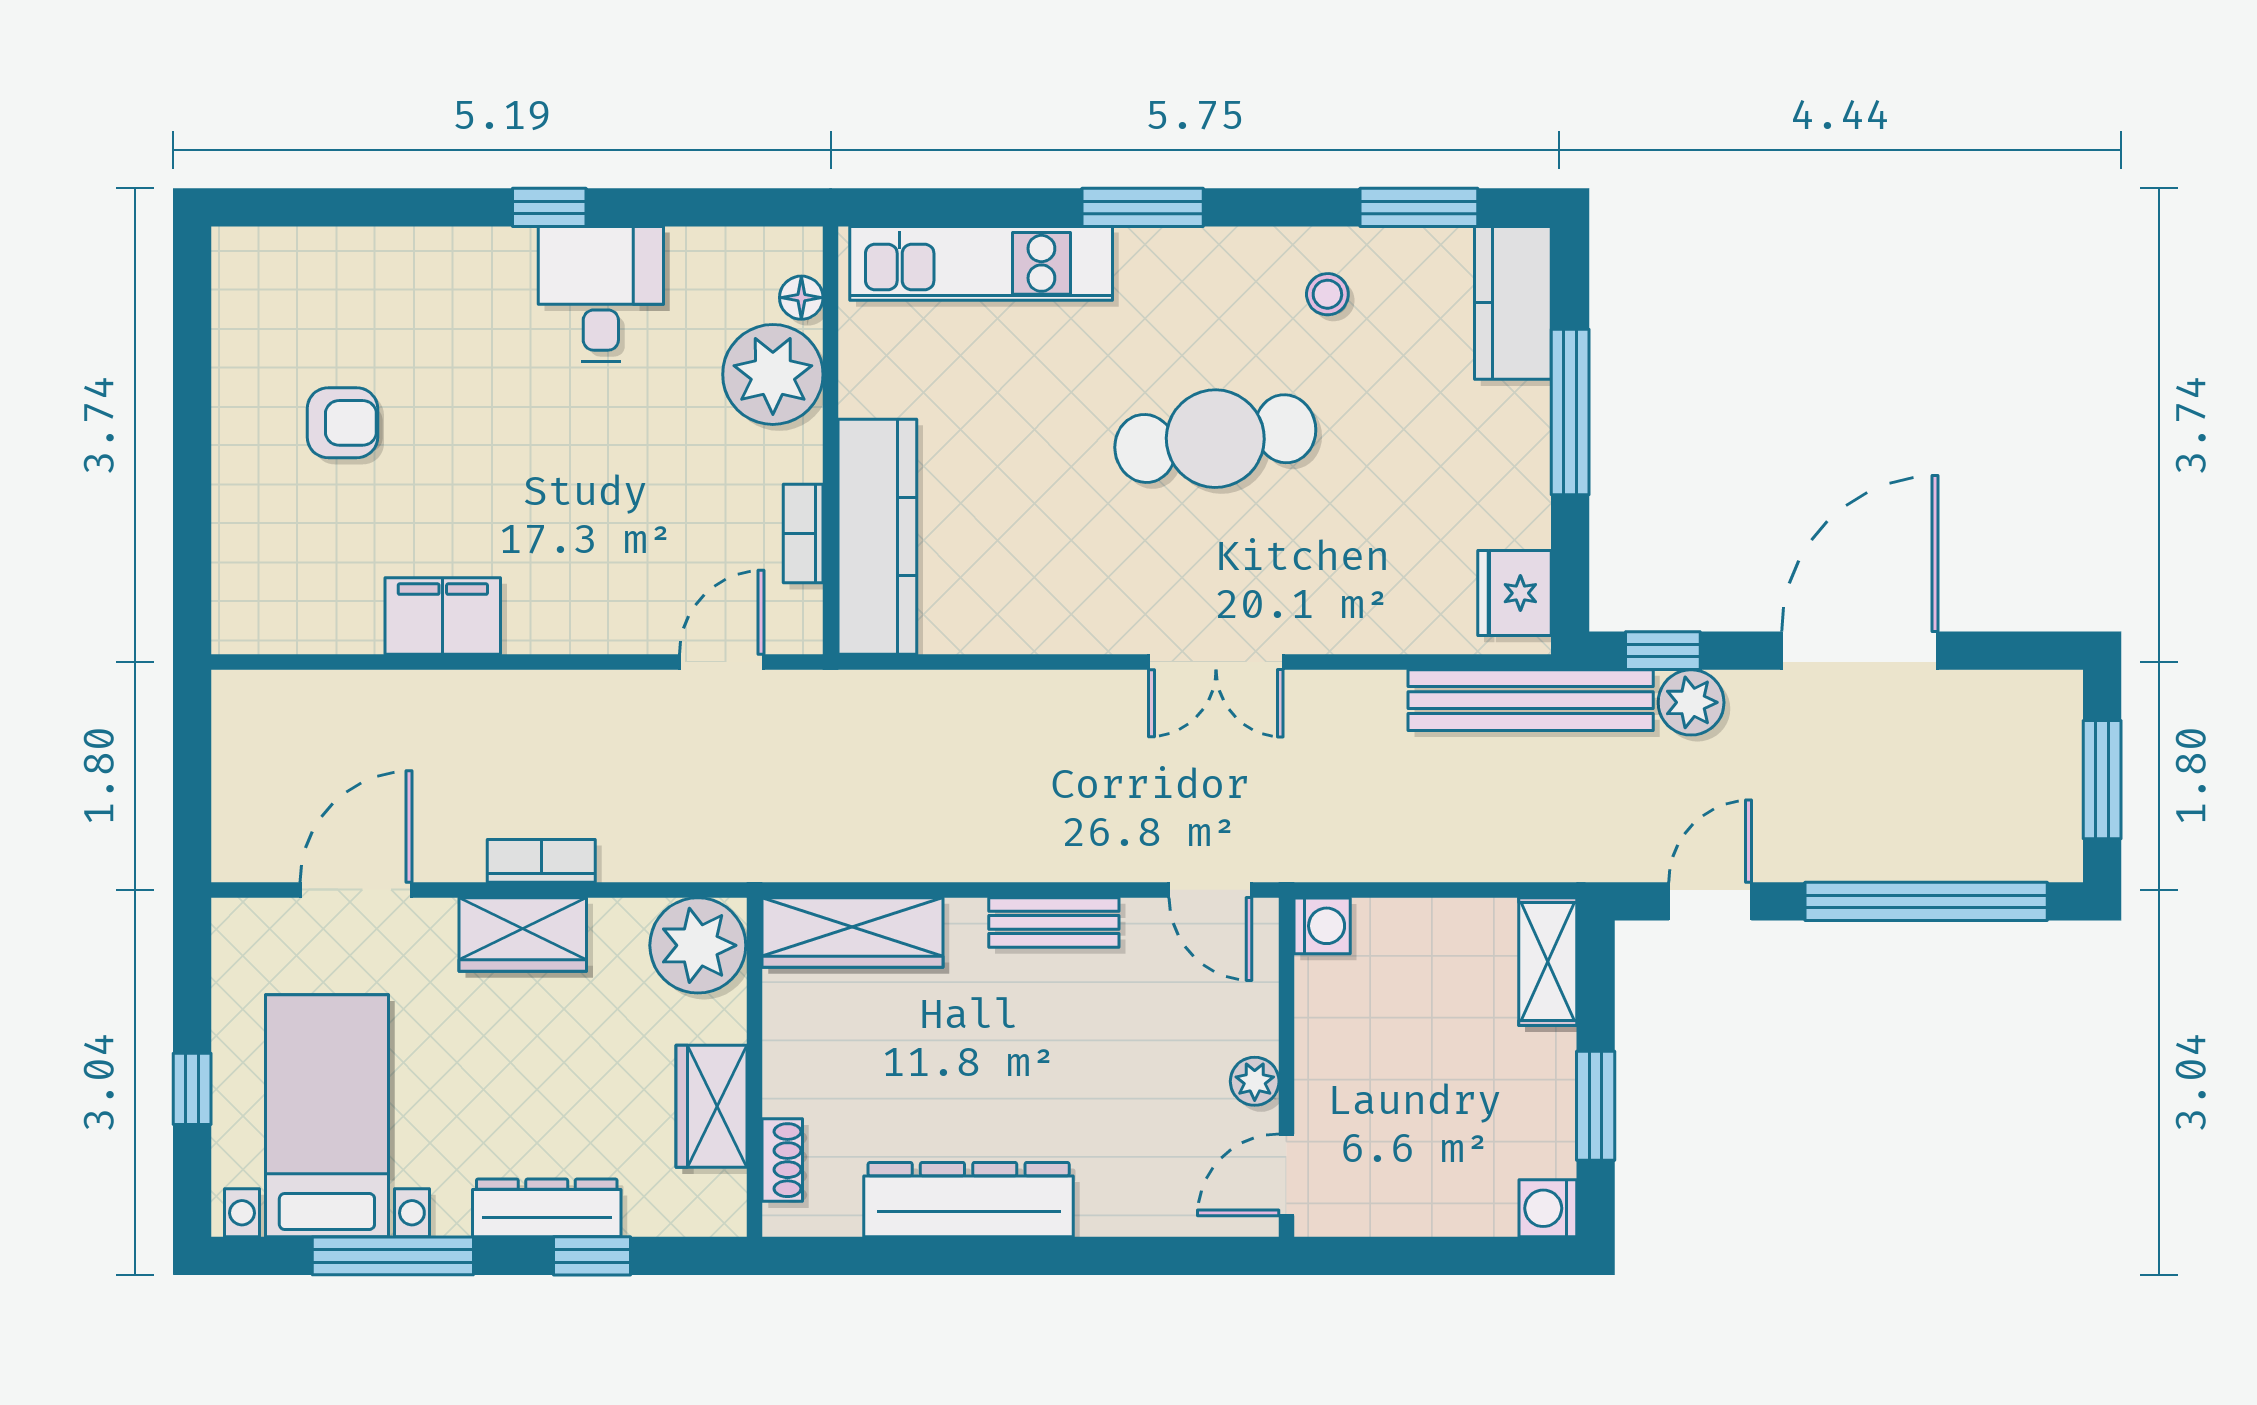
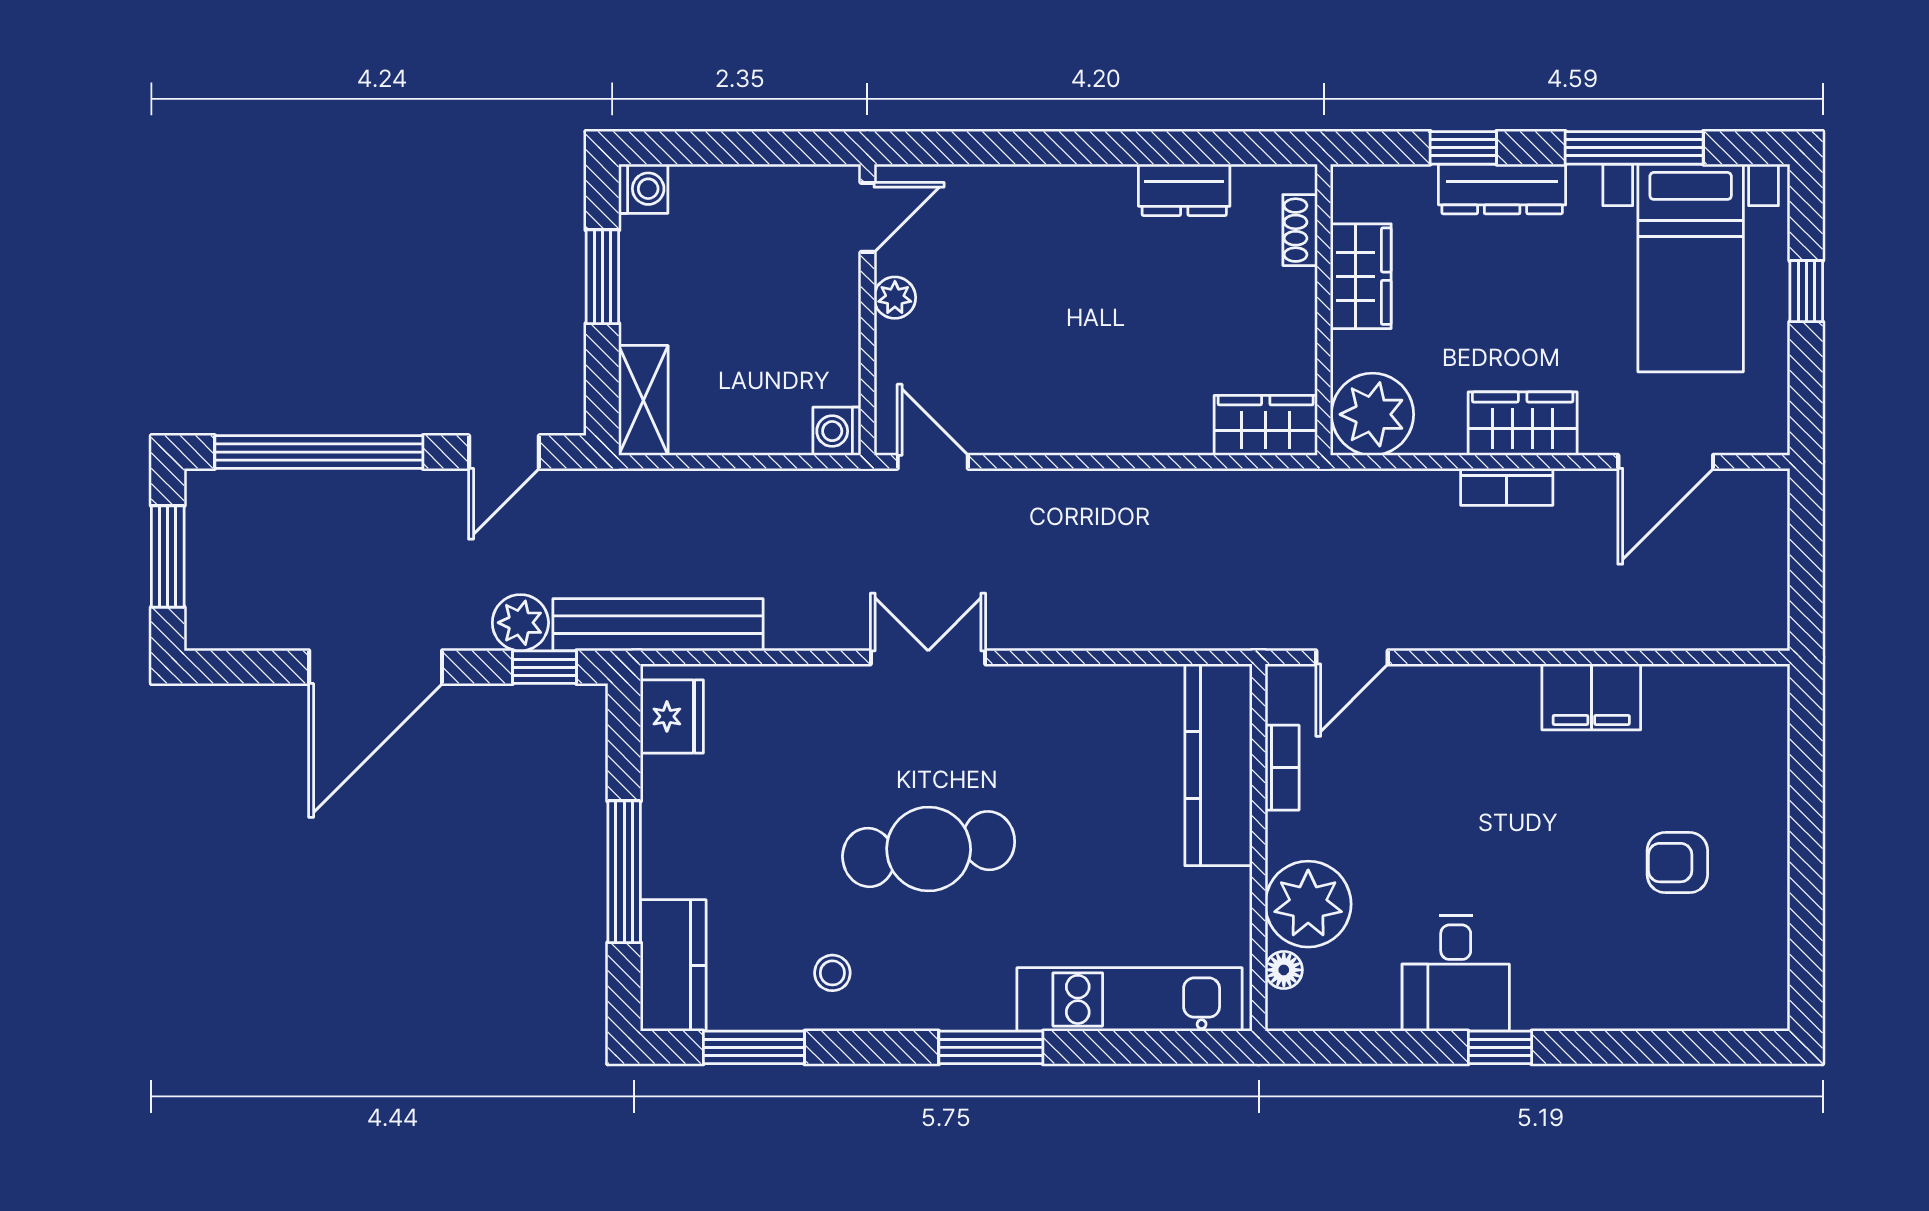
bench: (1054, 922) -> (1067, 434), removed
wardrobe: (852, 932) -> (1266, 425), width x0.67
dresser: (969, 1200) -> (1184, 190), width x0.51, depth x0.80

